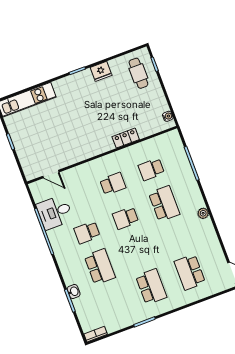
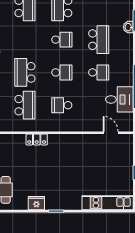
school desk: (151, 169) -> (25, 105), width x1.85
school desk: (138, 252) -> (62, 40), added
school desk: (100, 267) -> (99, 40), turned 180

